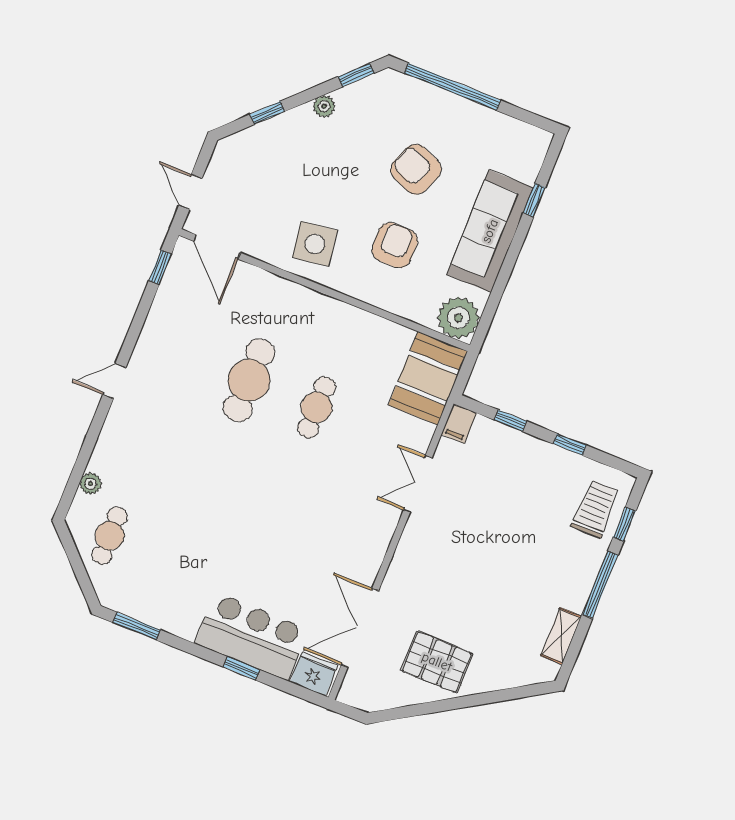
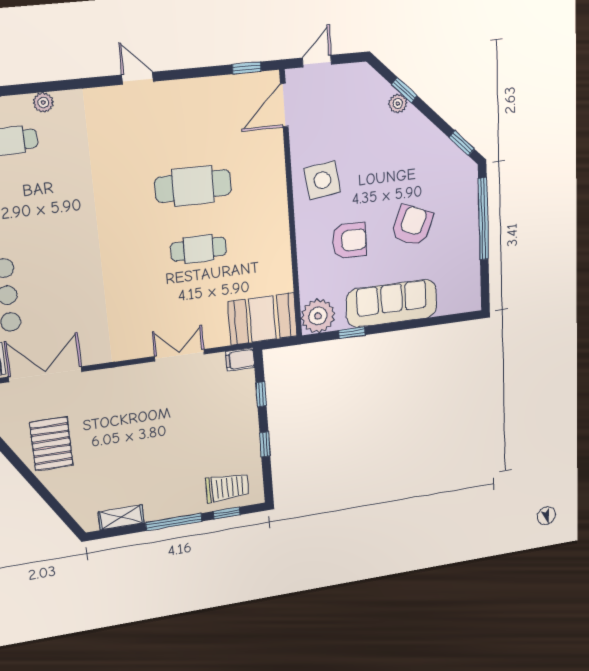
plant: (324, 106) -> (398, 103), moved
window: (534, 200) -> (352, 333), moved

